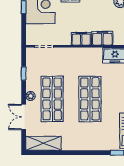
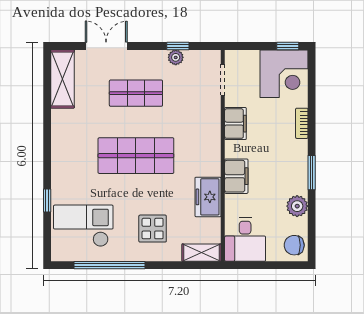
filing cabinet: (81, 39) -> (235, 124), moved
plant: (30, 96) -> (176, 57), moved
shop shelf: (52, 99) -> (136, 93), width x0.70, depth x0.74

